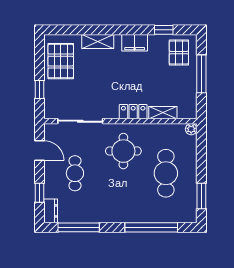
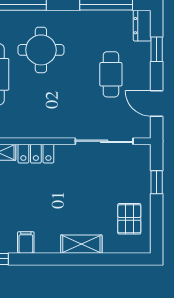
filing cabinet: (135, 43) -> (26, 242), width x0.50
pallet: (61, 61) -> (129, 219), width x0.67, depth x0.71
round table: (123, 151) -> (41, 50), moved

